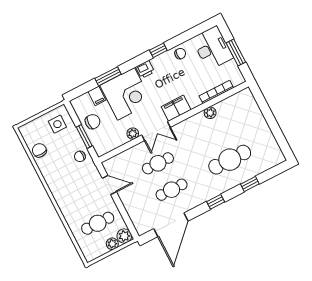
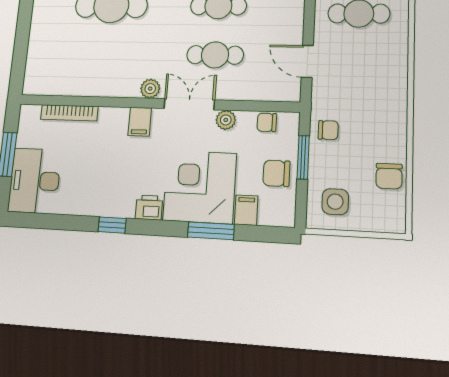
chair: (180, 54) -> (267, 122), moved
filing cabinet: (176, 108) -> (140, 122), width x0.50
plant: (210, 113) -> (150, 89), moved

